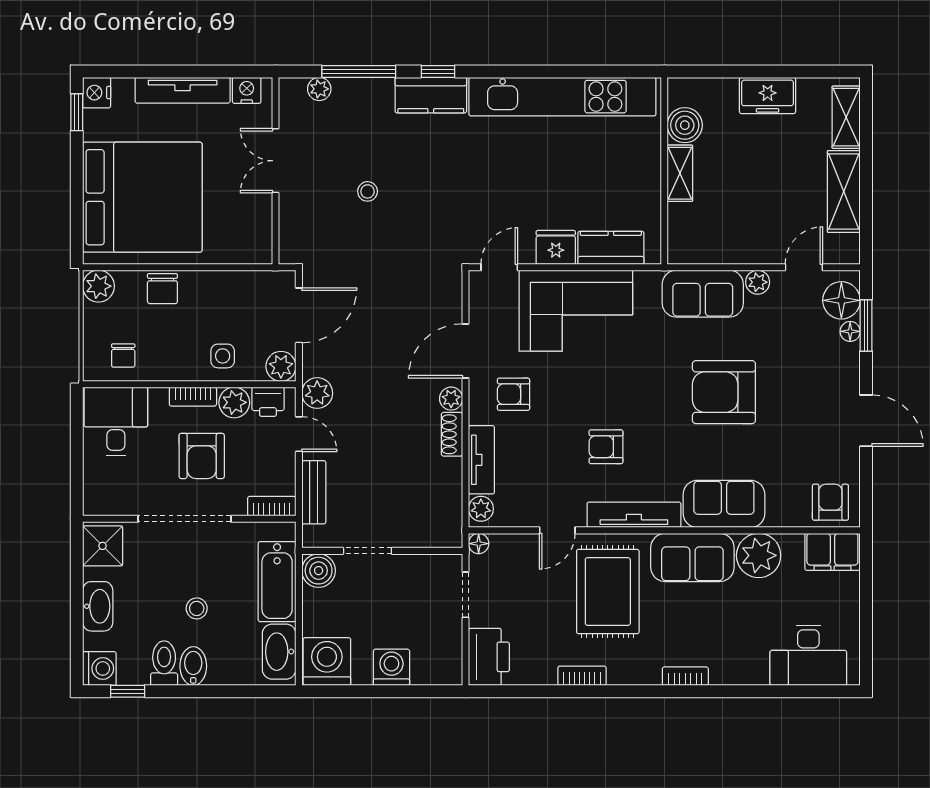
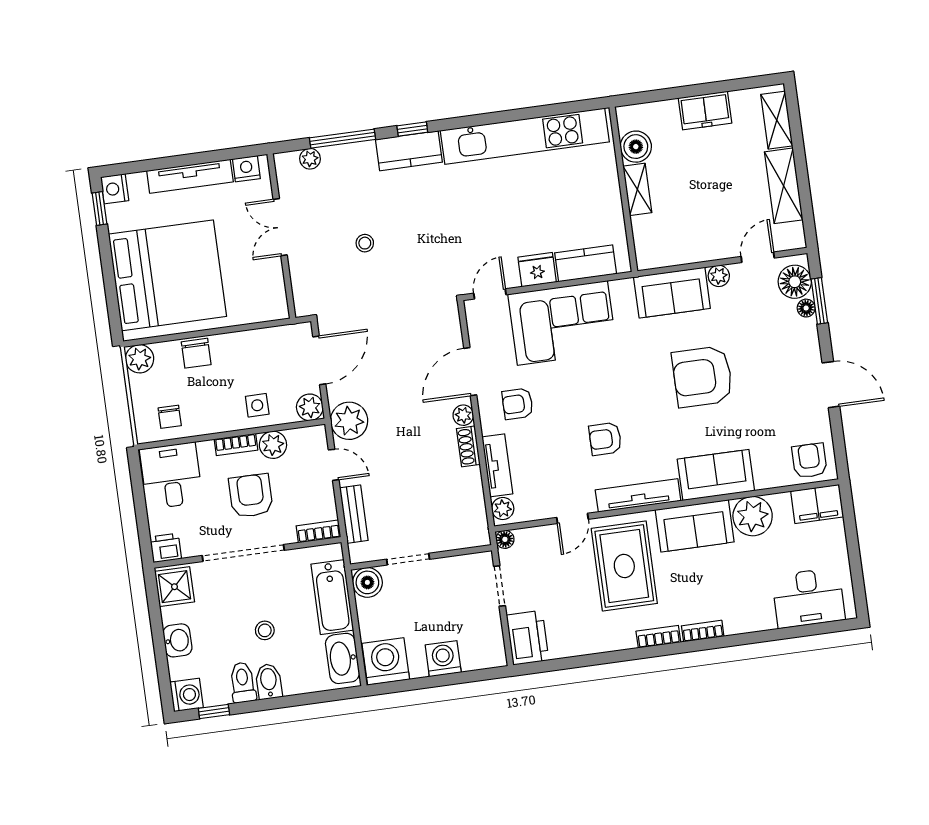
plant: (317, 393) -> (349, 421), width x1.36, depth x1.36
printer: (268, 402) -> (166, 548), moved, turned 180
armchair: (202, 456) -> (251, 496), turned 180
washbasin: (98, 606) -> (177, 640), width x0.72
bookcase: (582, 676) -> (658, 637), moved

